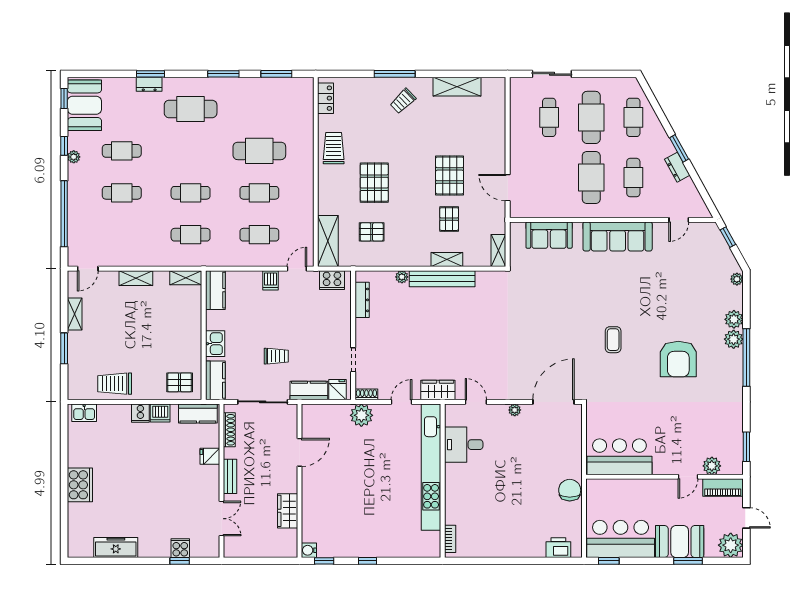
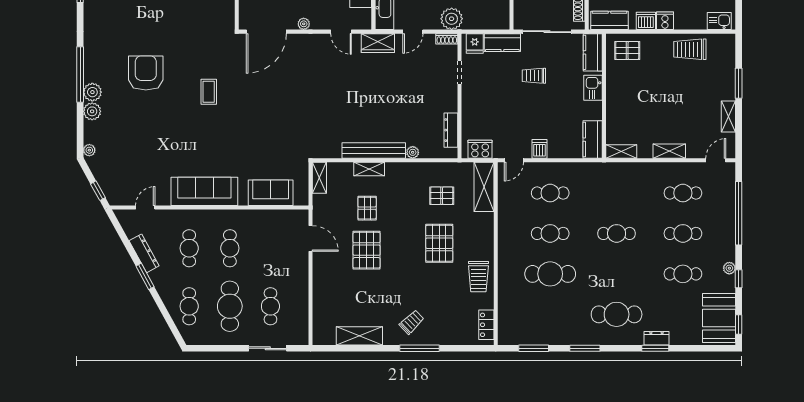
dresser: (677, 167) -> (144, 253), width x1.44
cafe table: (591, 178) -> (230, 248), width x0.73, depth x0.74
cafe table: (191, 235) -> (683, 193), moved
trolley: (115, 384) -> (690, 49), turned 180

